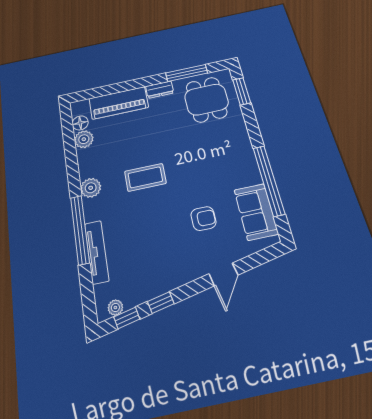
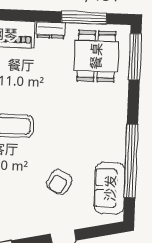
window: (242, 91) -> (135, 57), width x1.44
armchair: (203, 219) -> (59, 182), turned 119

